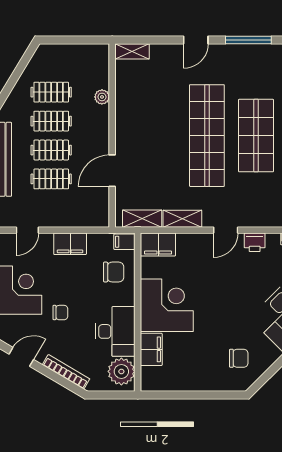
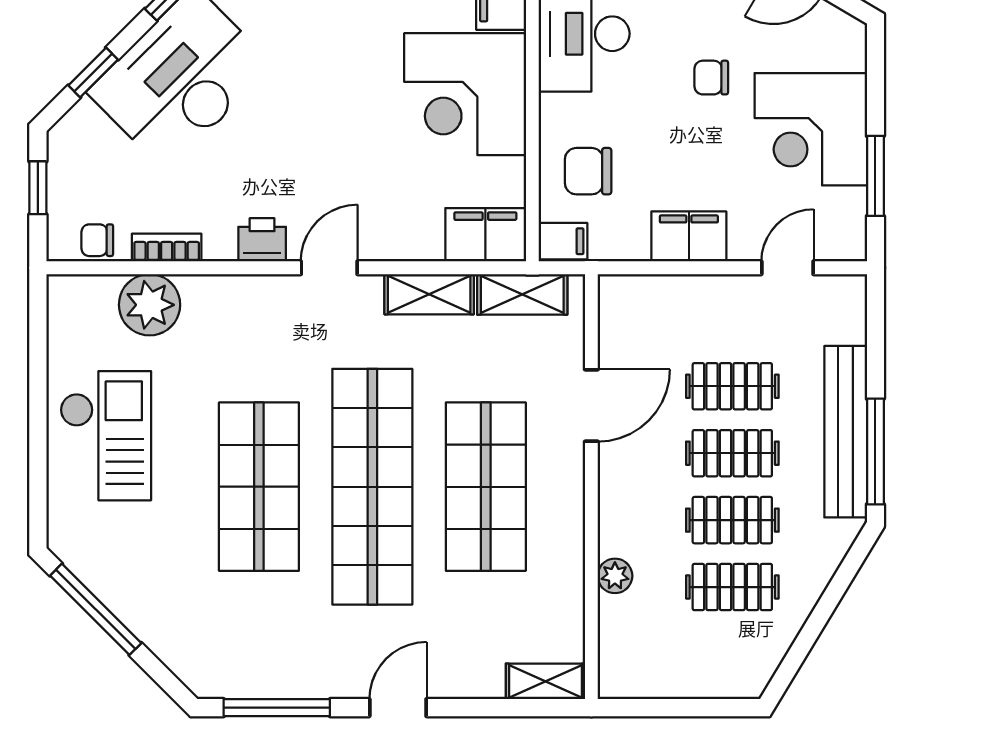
shop shelf: (158, 136) -> (486, 487), added

